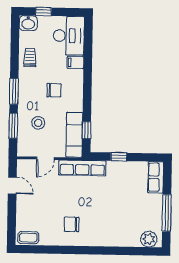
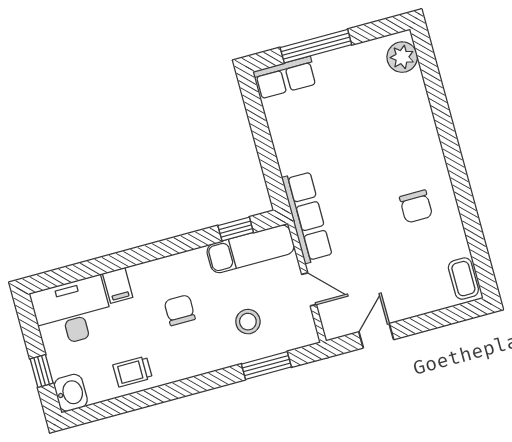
window: (14, 91) -> (203, 383), removed
window: (119, 157) -> (267, 156), removed
window: (167, 213) -> (316, 46), moved

